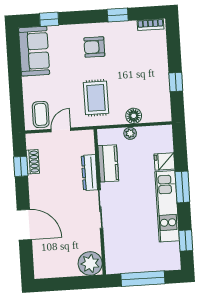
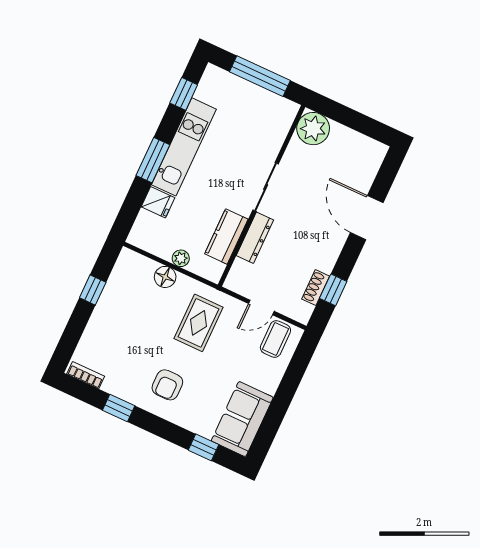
armchair: (94, 47) -> (167, 385), turned 90

